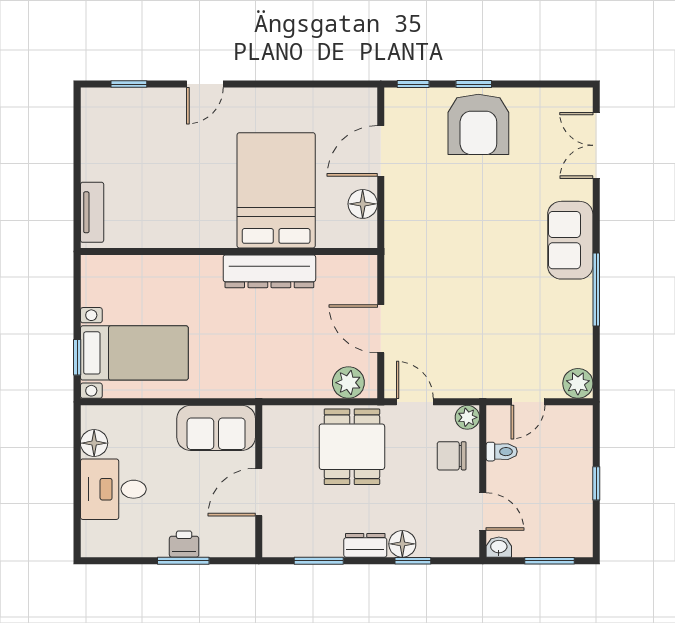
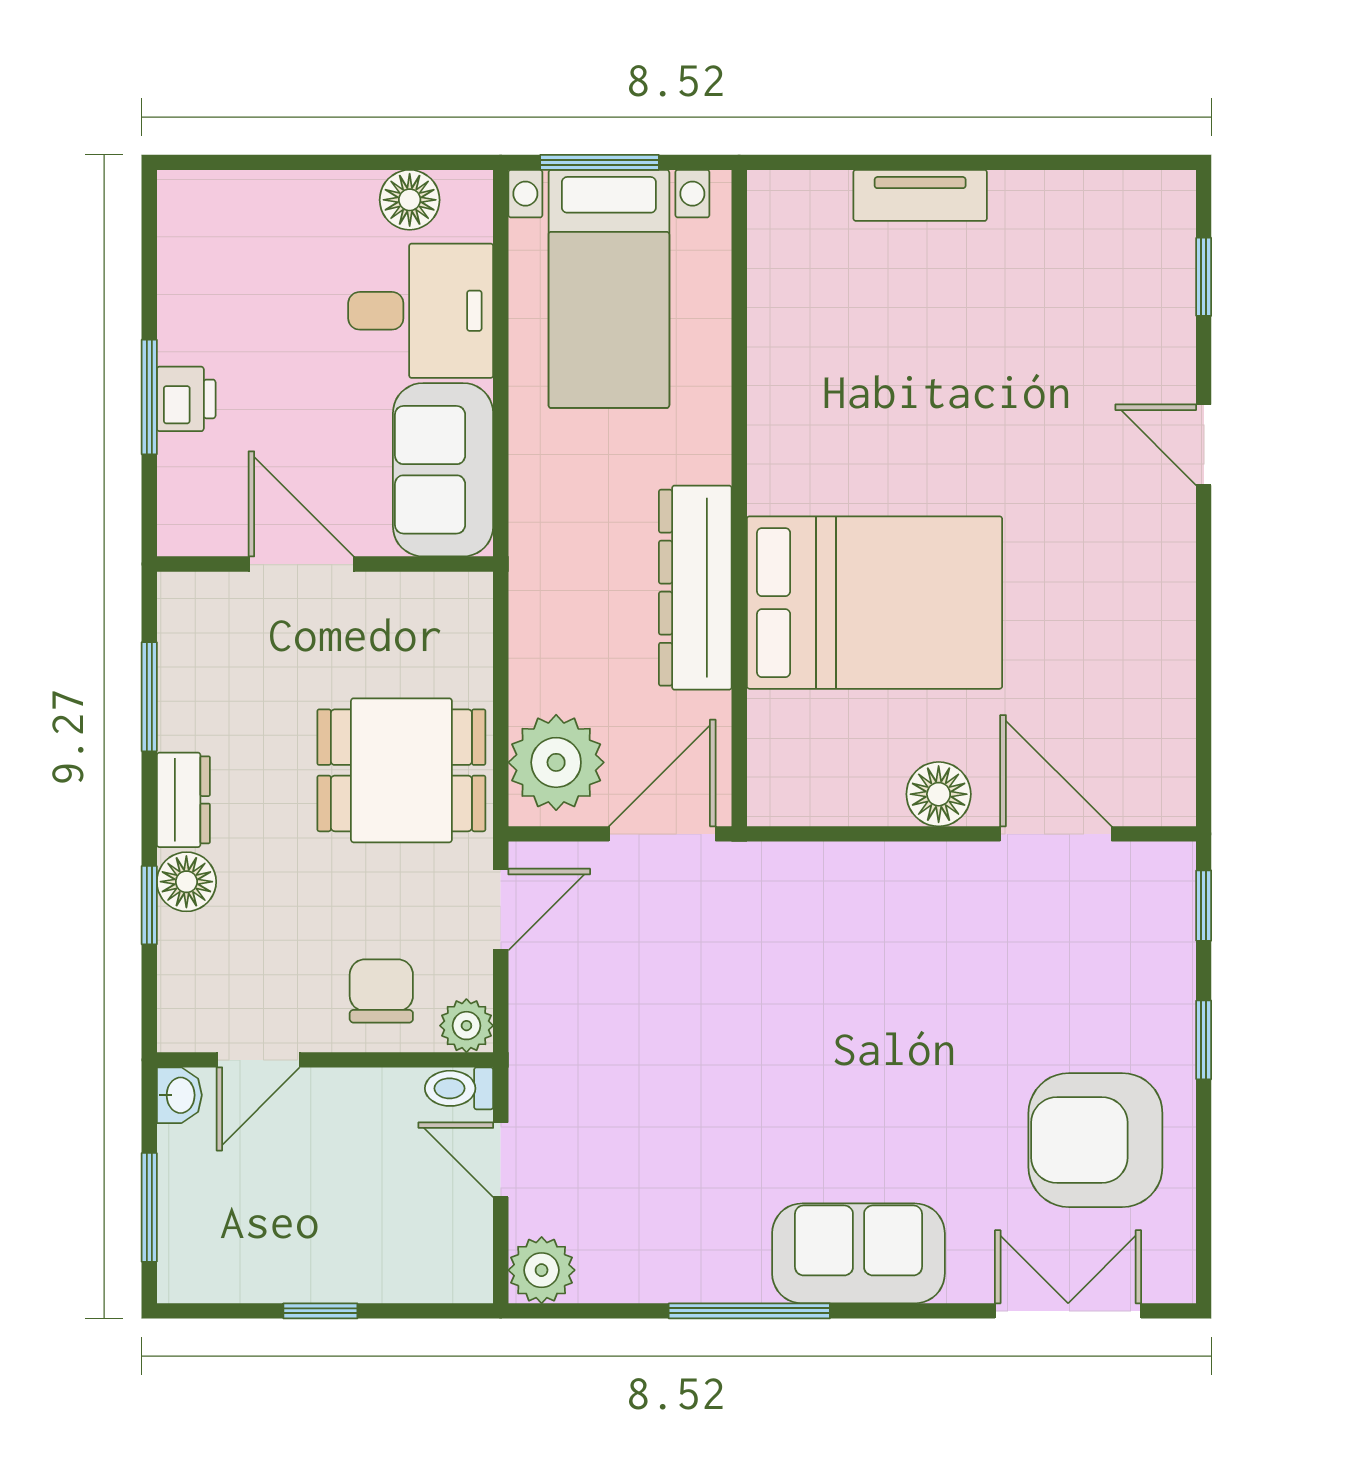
armchair: (478, 124) -> (1095, 1140), moved
bed: (276, 190) -> (874, 603), moved
wall: (229, 251) -> (739, 498), moved
dresser: (269, 271) -> (695, 588), moved
window: (77, 357) -> (599, 162), width x1.50
plant: (348, 383) -> (556, 762), width x1.36, depth x1.36
toilet: (502, 452) -> (459, 1088), moved, turned 90
desk: (113, 489) -> (421, 311), moved, turned 90

